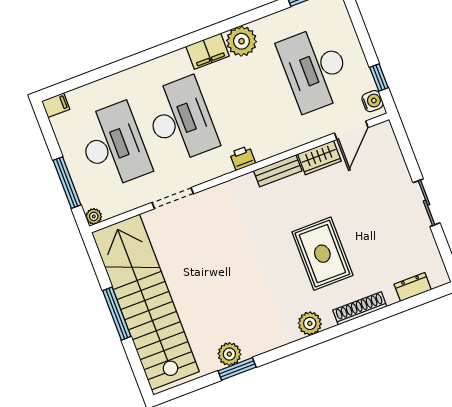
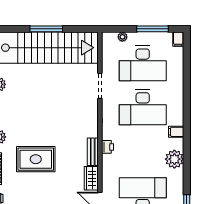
filing cabinet: (207, 51) -> (176, 132), width x0.50
printer: (243, 158) -> (108, 147), moved
window: (67, 183) -> (152, 29), moved
plant: (94, 216) -> (122, 37), moved

